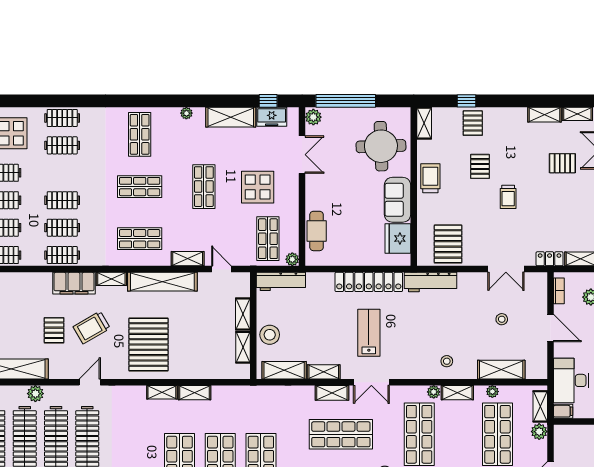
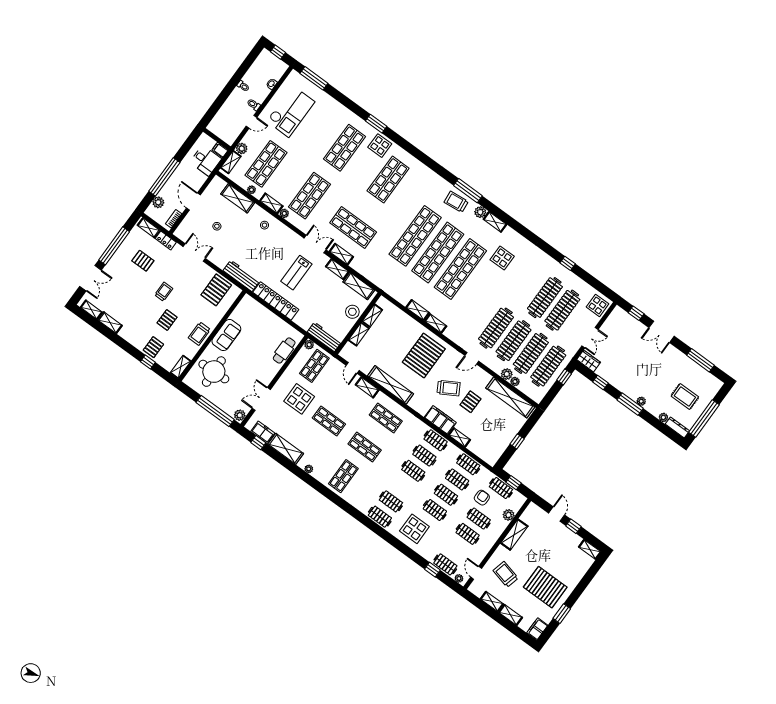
pallet: (562, 163) -> (143, 261), moved
shop shelf: (204, 187) -> (329, 421), turned 90
fridge: (398, 239) -> (242, 313), removed
shelving: (111, 279) -> (459, 437), moved
desk: (571, 380) -> (206, 161), width x0.73
plant: (19, 392) -> (515, 382), added

